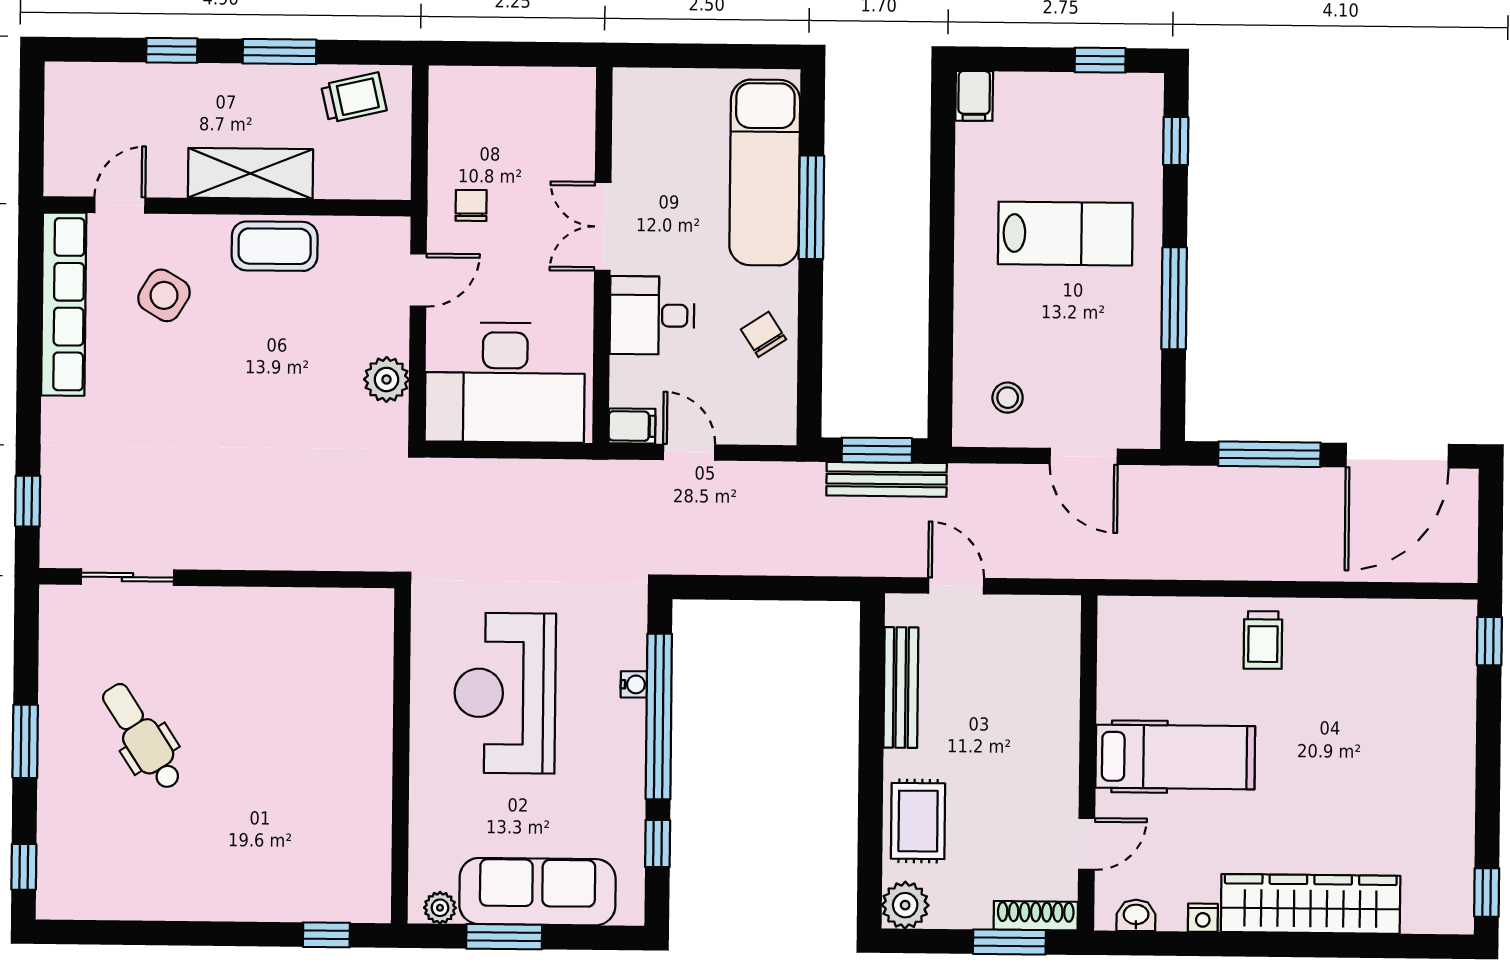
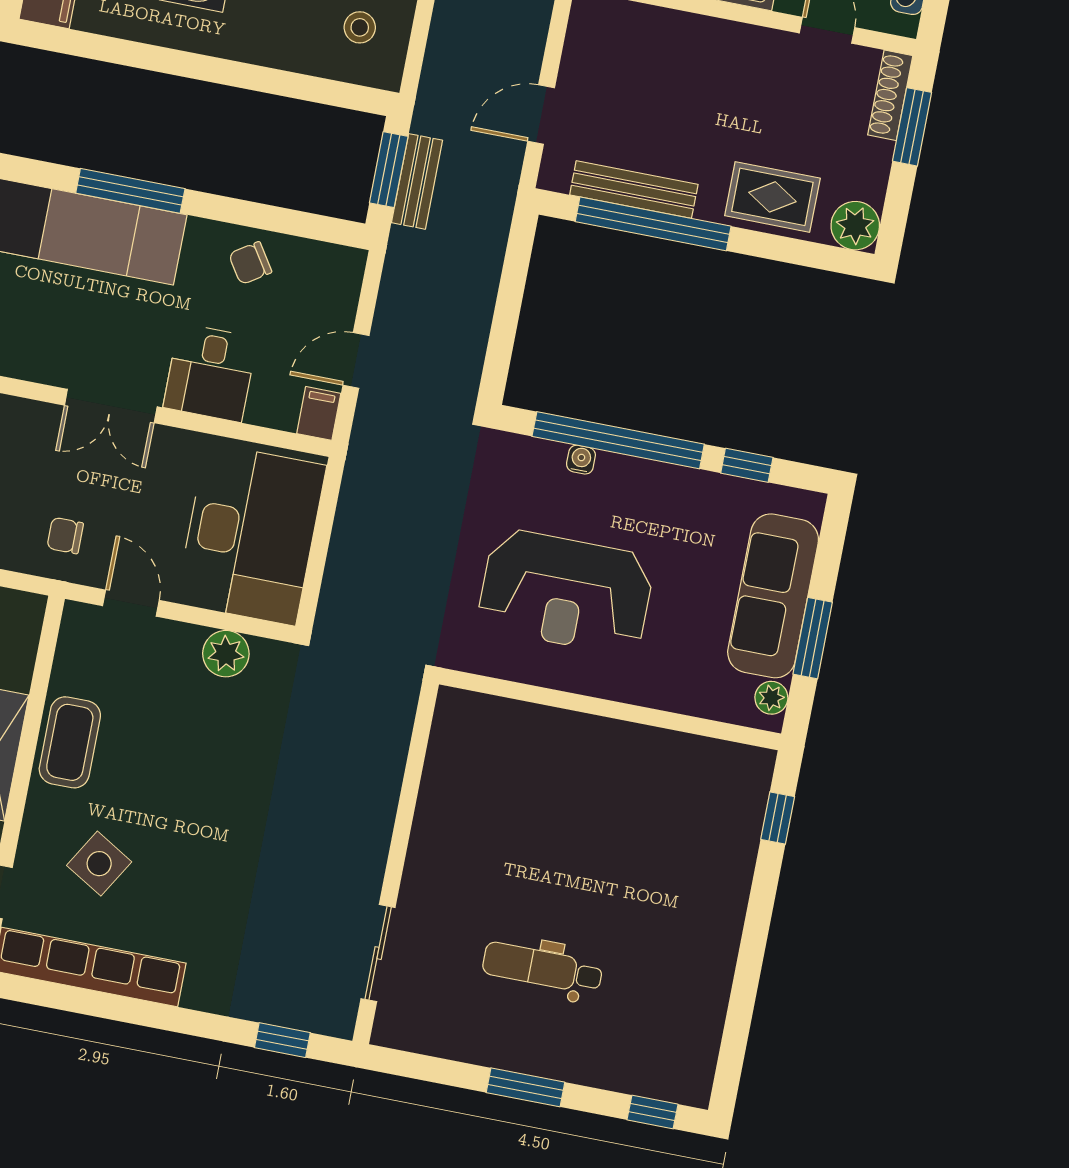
bench: (887, 479) -> (417, 181), width x0.73
window: (871, 712) -> (653, 224), added
dental chair: (142, 737) -> (542, 968), turned 33

